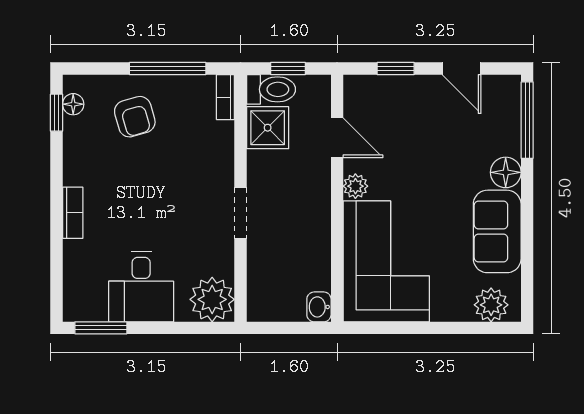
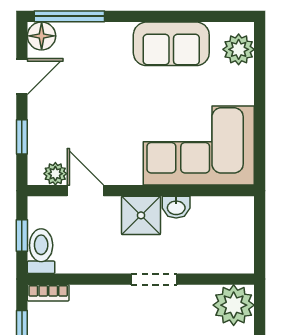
shower: (268, 128) -> (141, 215), moved
door: (337, 138) -> (85, 191), hinge flipped
floor lamp: (506, 172) -> (42, 36), moved
plant: (355, 186) -> (55, 174), moved
washbasin: (319, 307) -> (176, 207), moved

